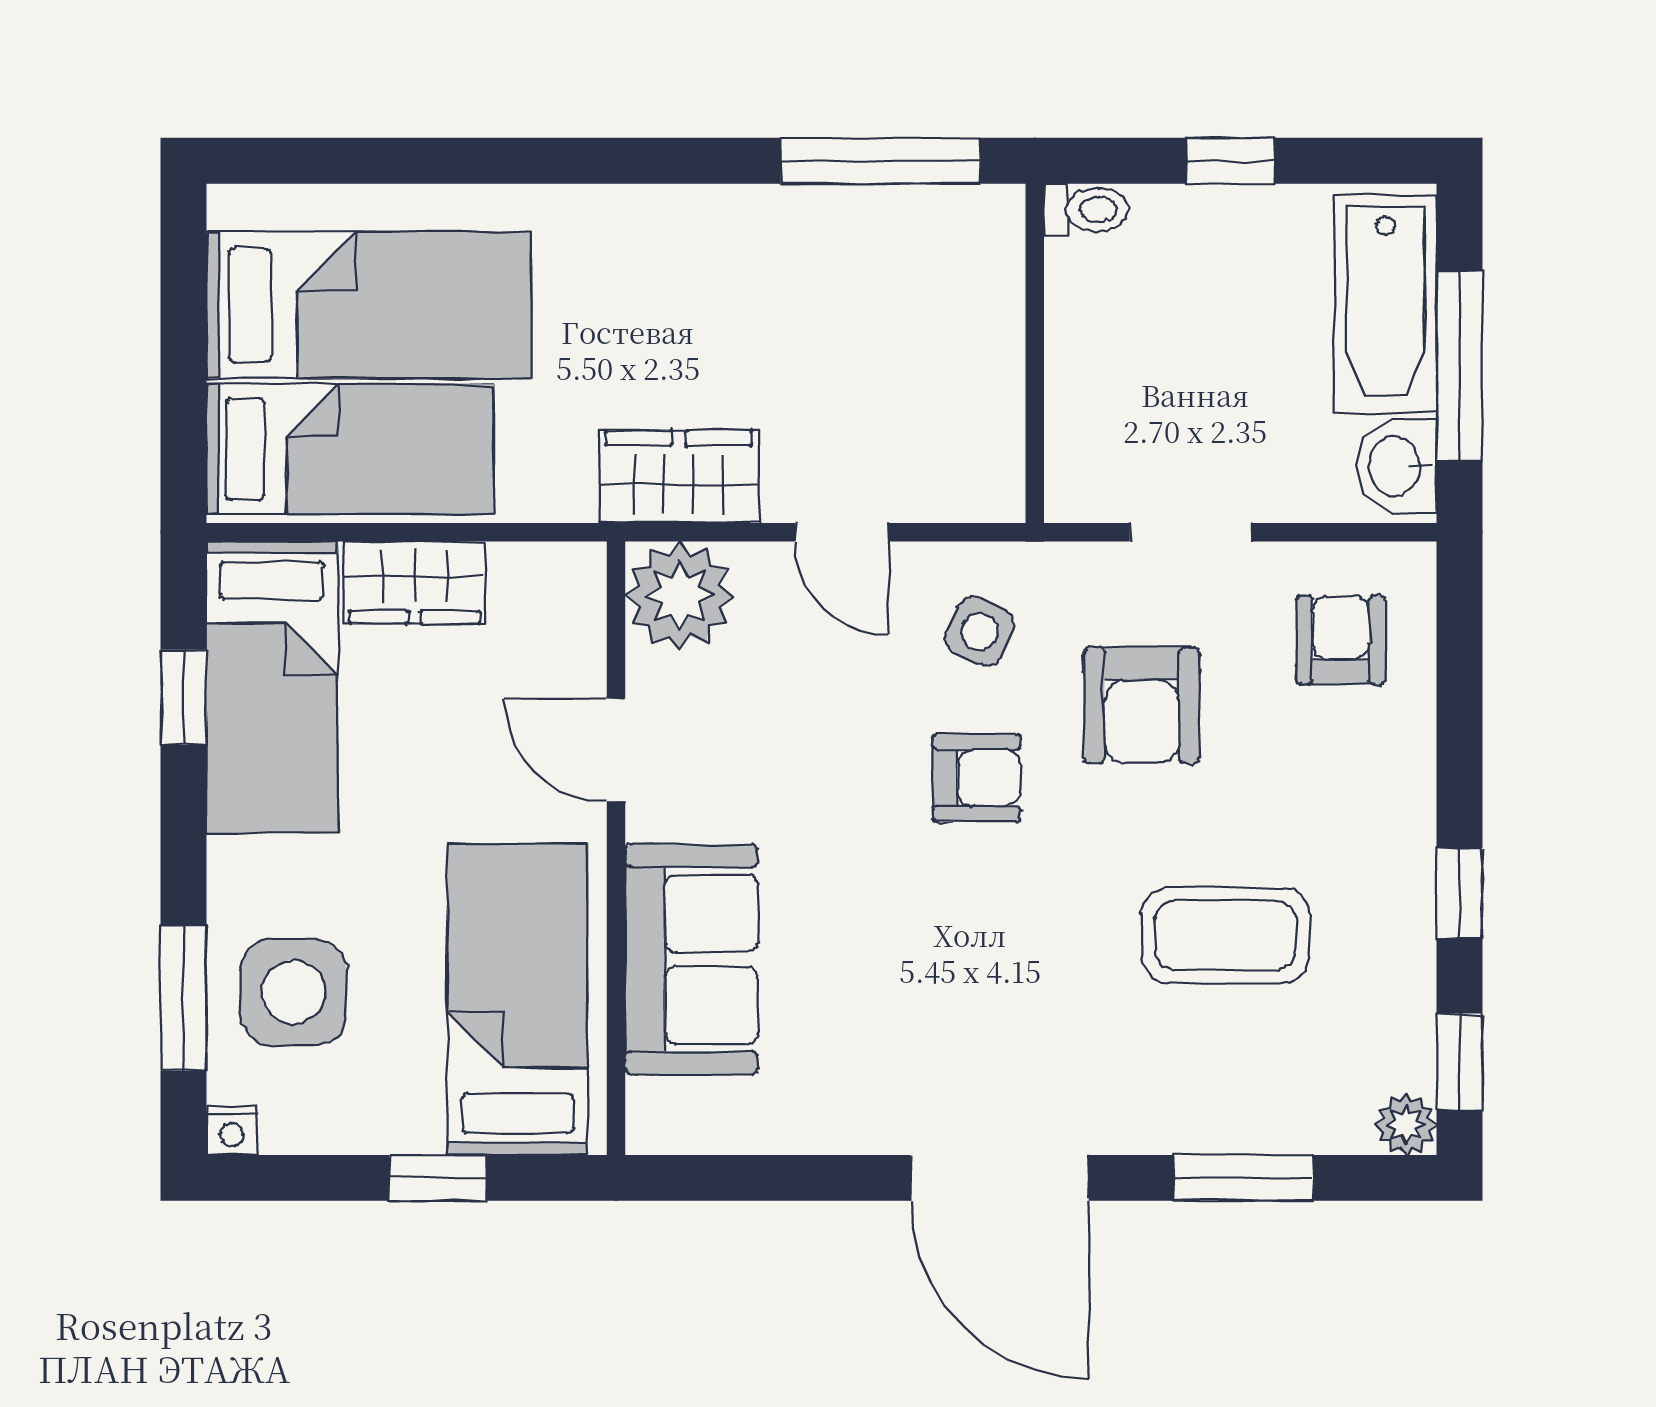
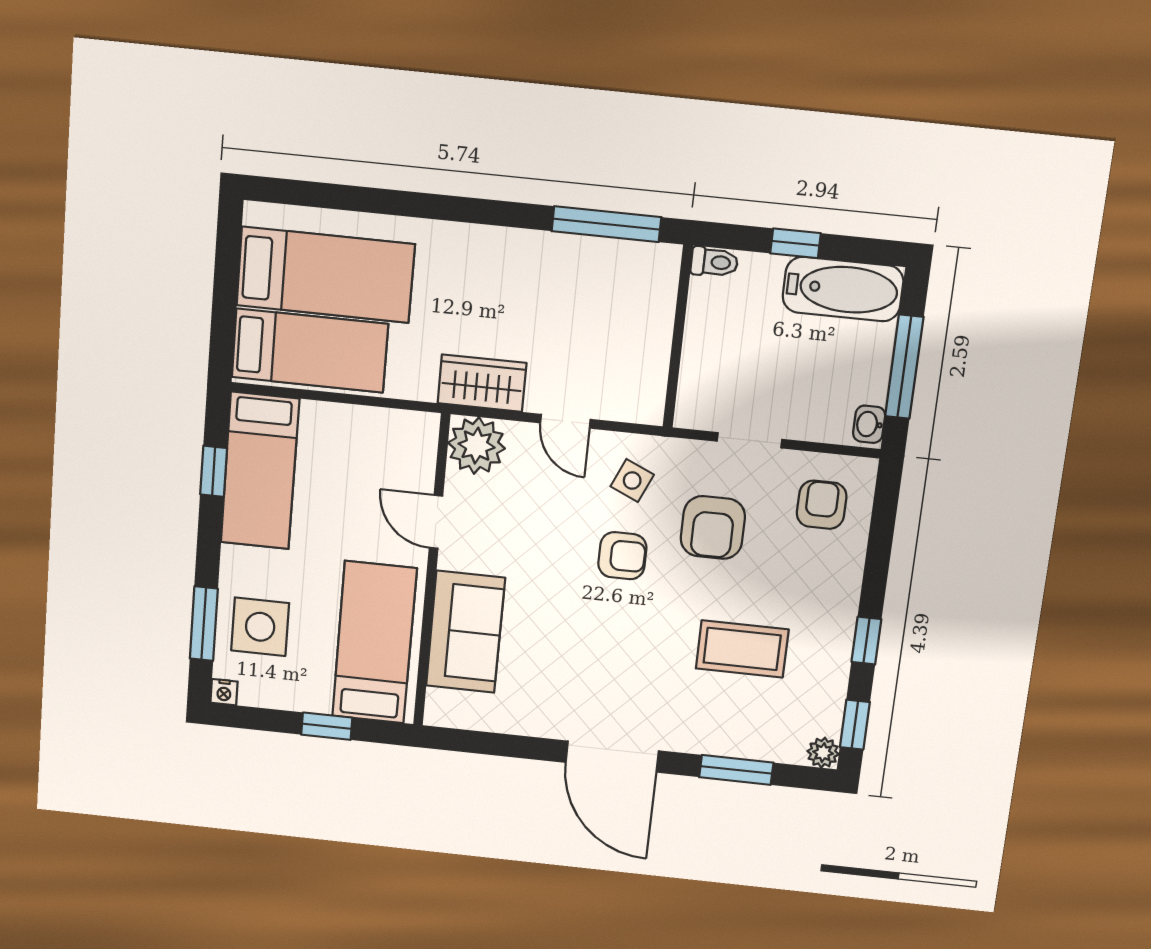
bathtub: (1385, 304) -> (843, 289), moved, turned -90
washbasin: (1397, 466) -> (869, 424), width x0.72, depth x0.69
wardrobe: (415, 583) -> (338, 424), removed

